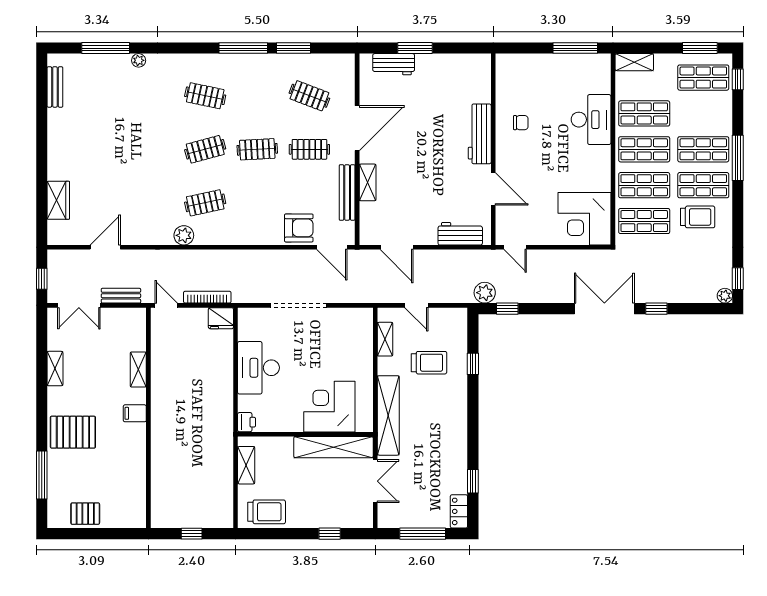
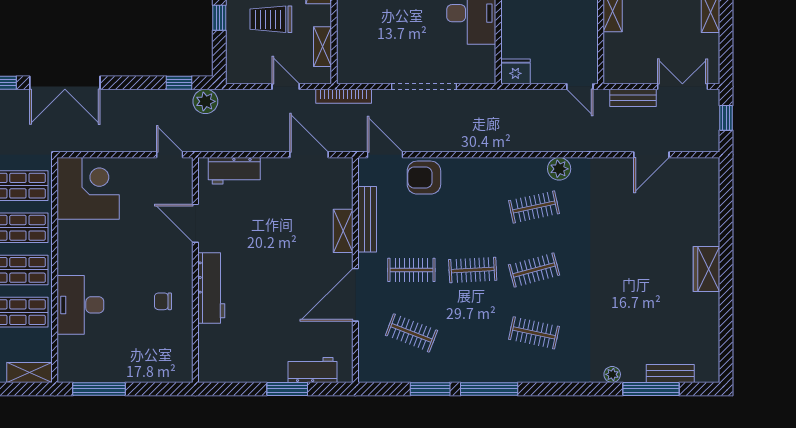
bench: (55, 87) -> (670, 373), moved, turned 90
wardrobe: (58, 200) -> (707, 269), moved
bookcase: (207, 297) -> (344, 96), moved

